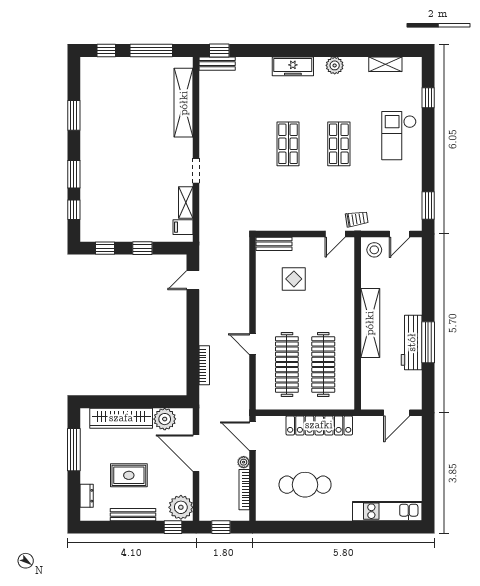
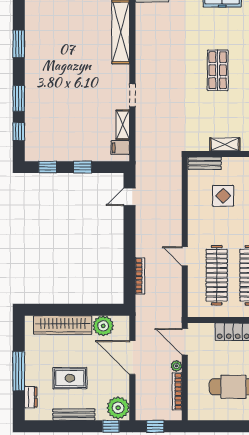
shelving: (296, 224) -> (225, 144), added
window: (74, 450) -> (19, 371), moved

